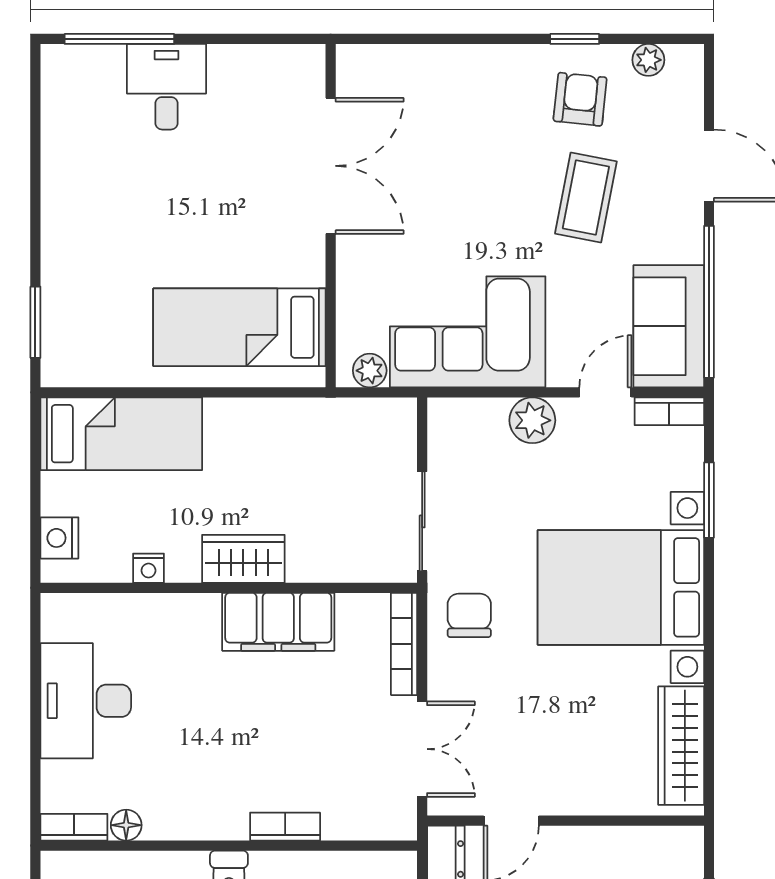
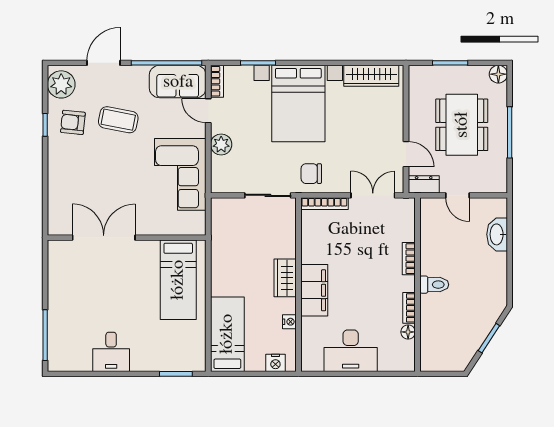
plant: (648, 60) -> (61, 84), width x1.88, depth x1.88
desk: (166, 87) -> (111, 352), moved, turned -90
plant: (370, 371) -> (198, 220), removed
filing cabinet: (278, 622) -> (314, 290), moved
bookcase: (74, 827) -> (409, 308), moved

